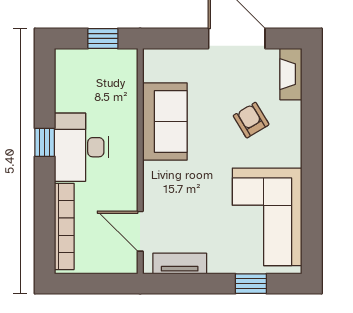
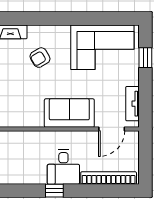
sofa: (165, 122) -> (69, 113), moved
desk: (81, 147) -> (63, 167), width x0.73

